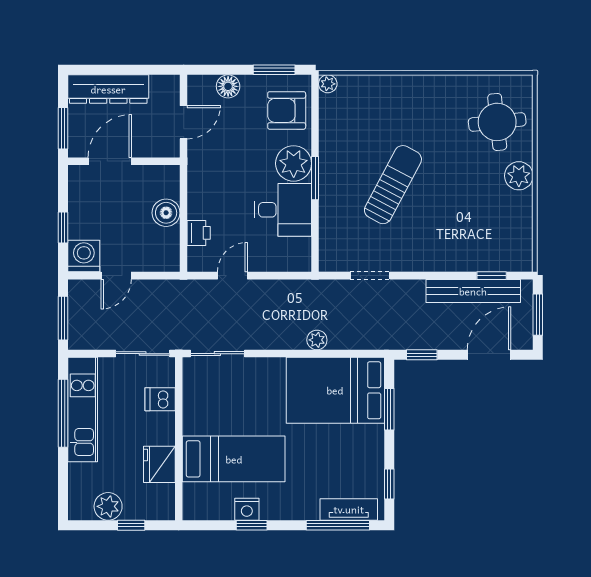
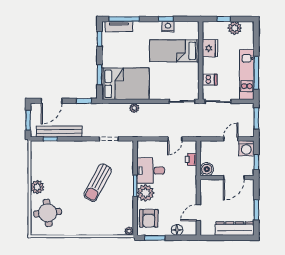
armchair: (287, 110) -> (149, 218), turned 90
door: (110, 161) -> (234, 178), moved
wall: (124, 161) -> (227, 178), moved

